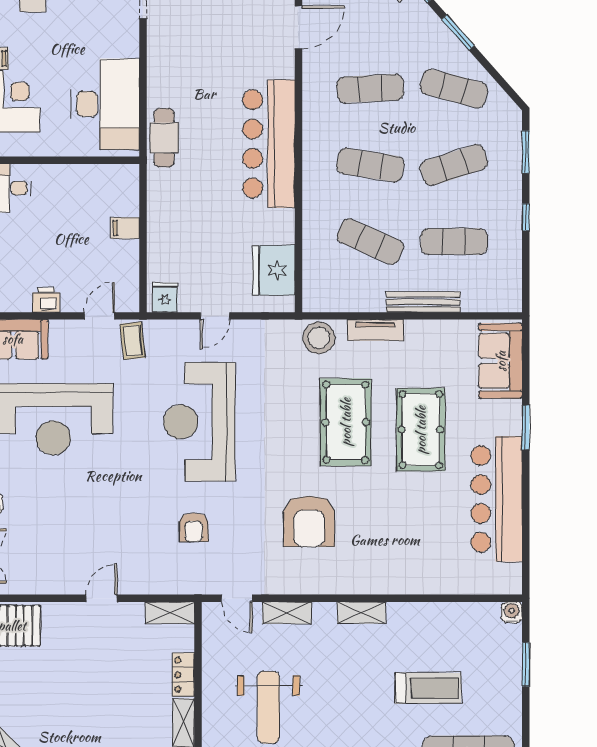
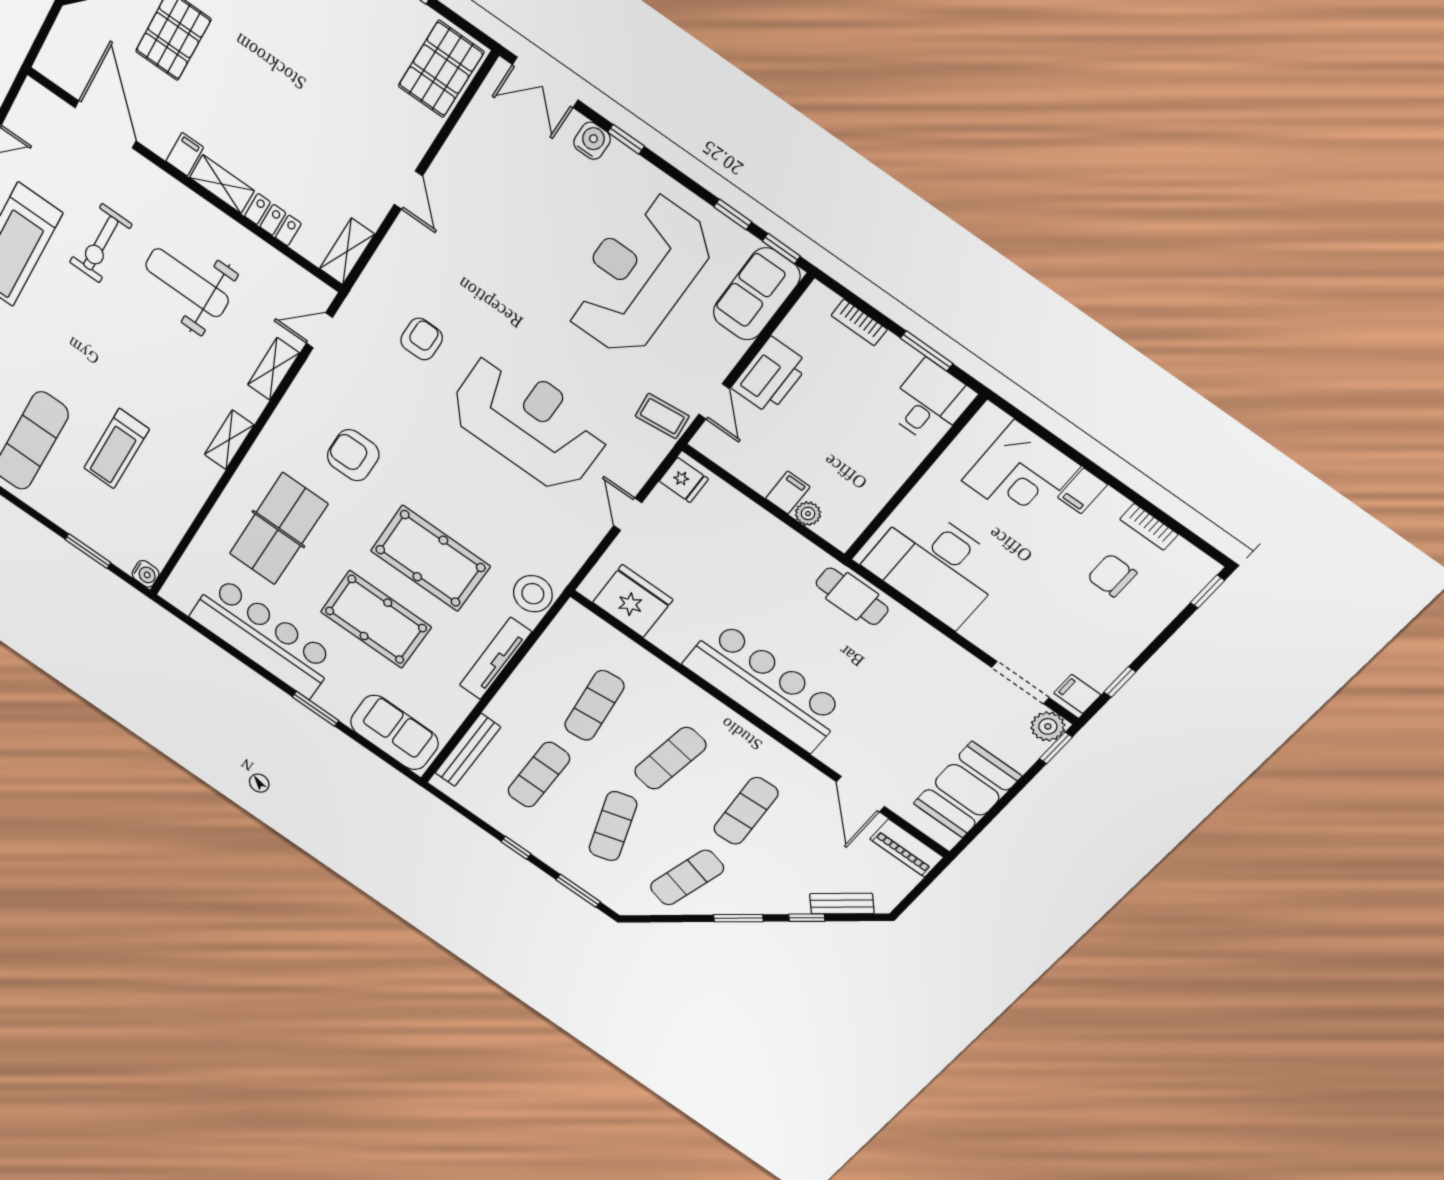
plant: (130, 206) -> (808, 514), added
exercise mat: (370, 242) -> (594, 706), turned -30
printer: (46, 300) -> (770, 376), width x1.87, depth x1.48
bench: (423, 302) -> (468, 750), moved
tv unit: (375, 330) -> (495, 659), width x1.41
armchair: (309, 521) -> (353, 455), width x0.73, depth x0.73
armchair: (194, 527) -> (422, 339), turned 90
table tennis table: (403, 539) -> (278, 529), added

